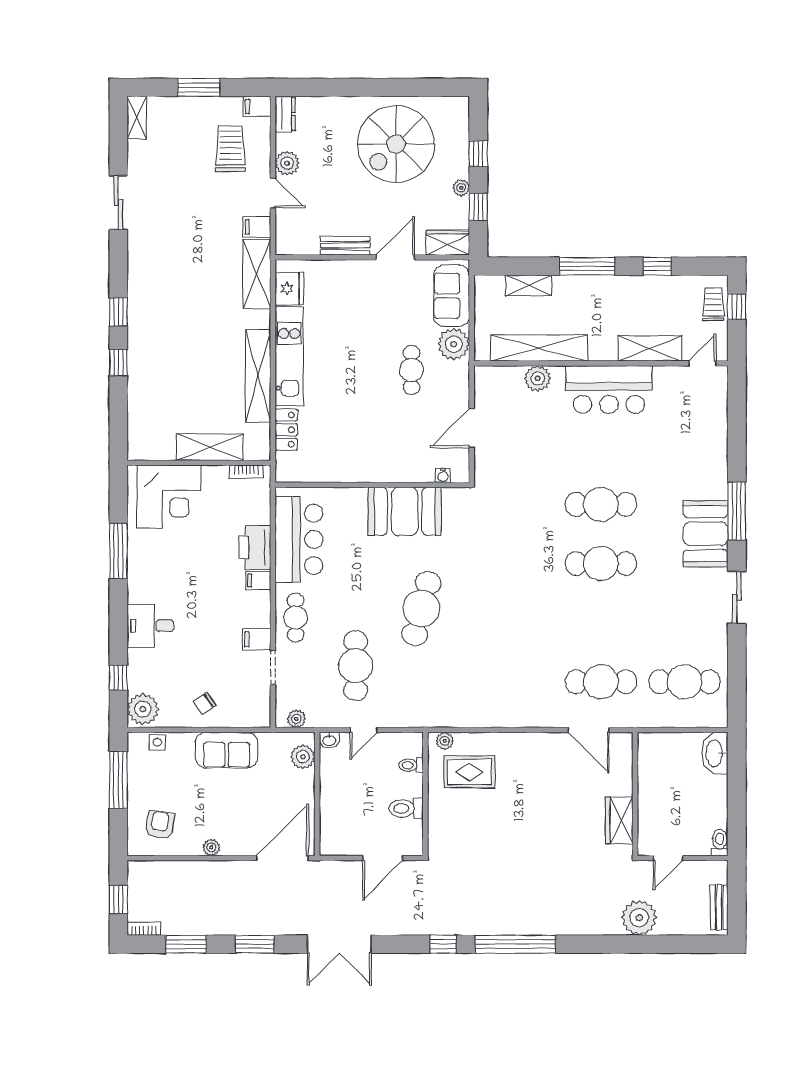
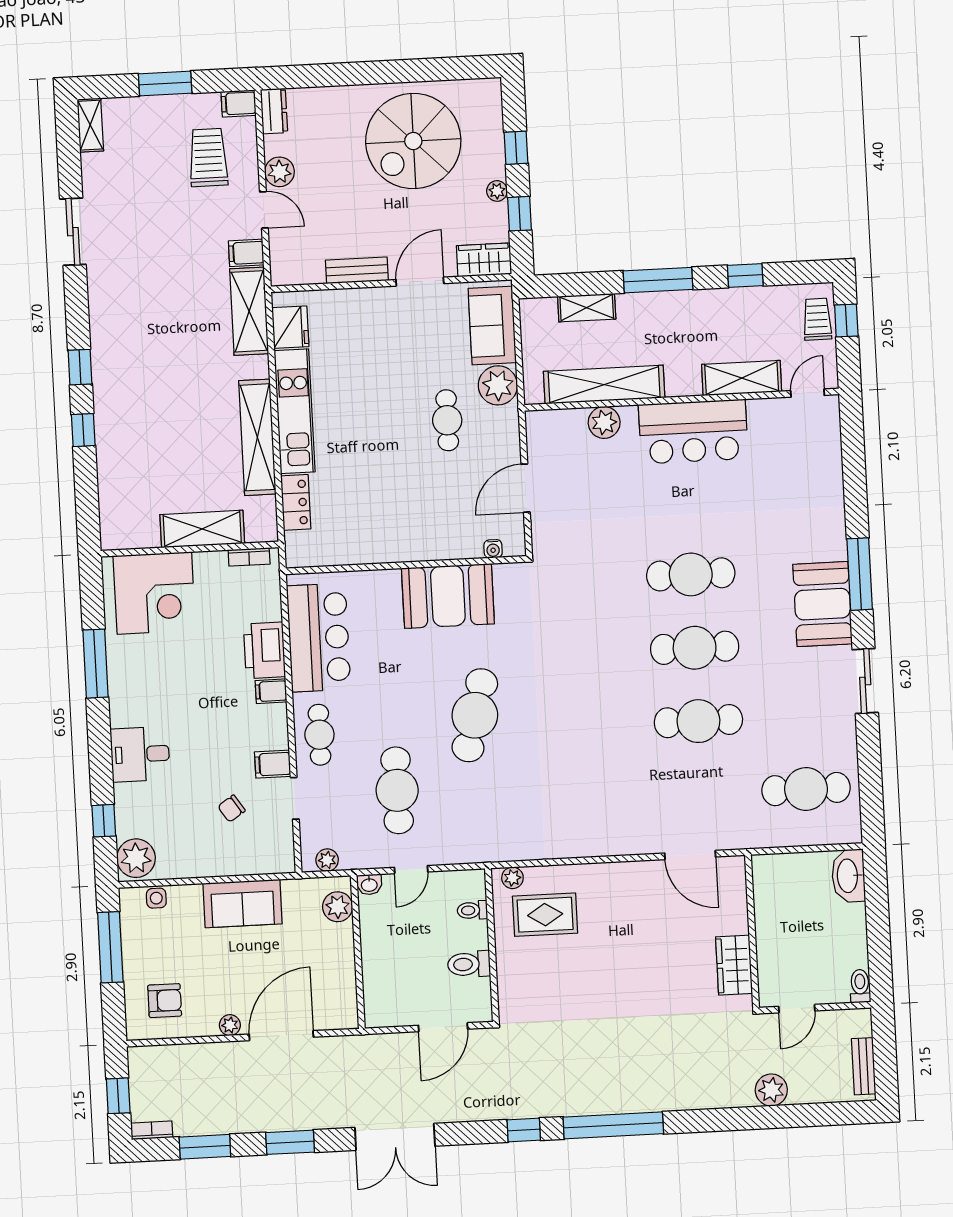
cafe table: (601, 682) -> (698, 721), moved
chair: (204, 703) -> (231, 809), moved
armchair: (160, 825) -> (165, 1001), turned 81
door: (282, 858) -> (281, 1036), moved
plant: (639, 918) -> (771, 1090), width x0.73, depth x0.73

